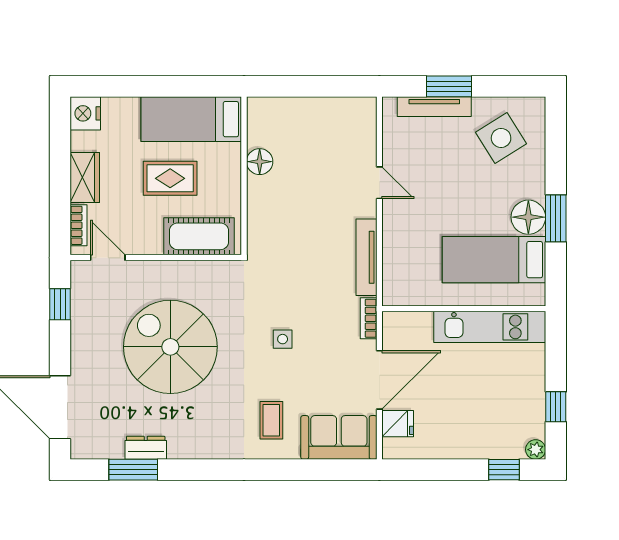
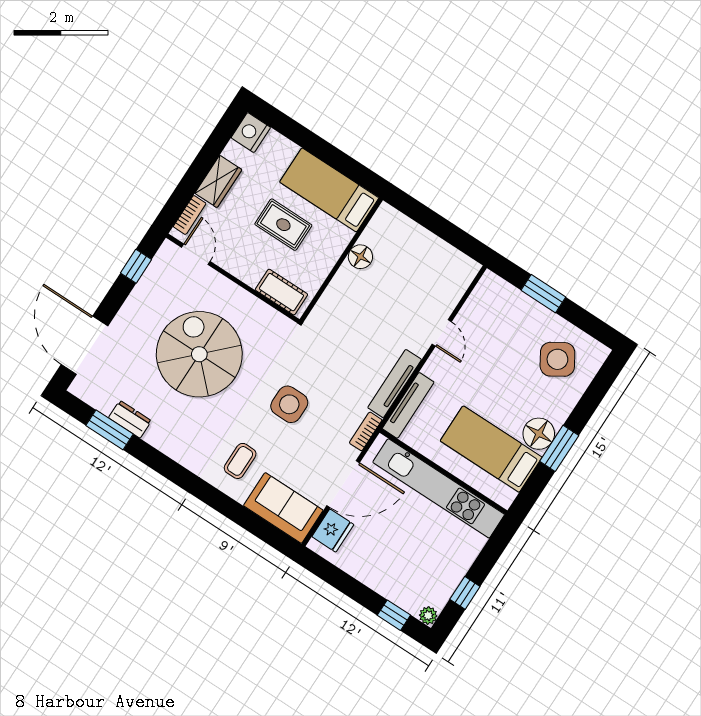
tv unit: (434, 107) -> (408, 405), moved, turned -90
cot: (199, 236) -> (281, 292), width x0.73, depth x0.75
kitchen unit: (490, 327) -> (439, 488), width x1.36
side table: (283, 339) -> (289, 404), width x1.87, depth x1.87
fridge: (398, 424) -> (333, 531), width x1.38

